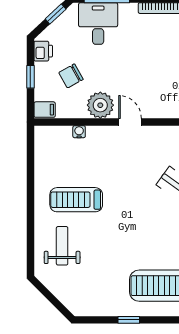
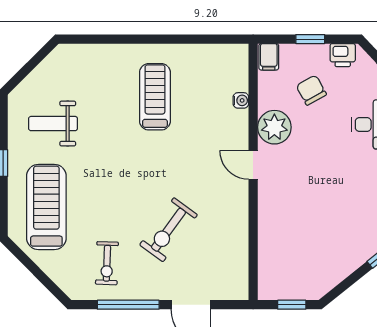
door: (130, 122) -> (253, 165), swing flipped
weight bench: (62, 246) -> (53, 124), moved, turned 180

